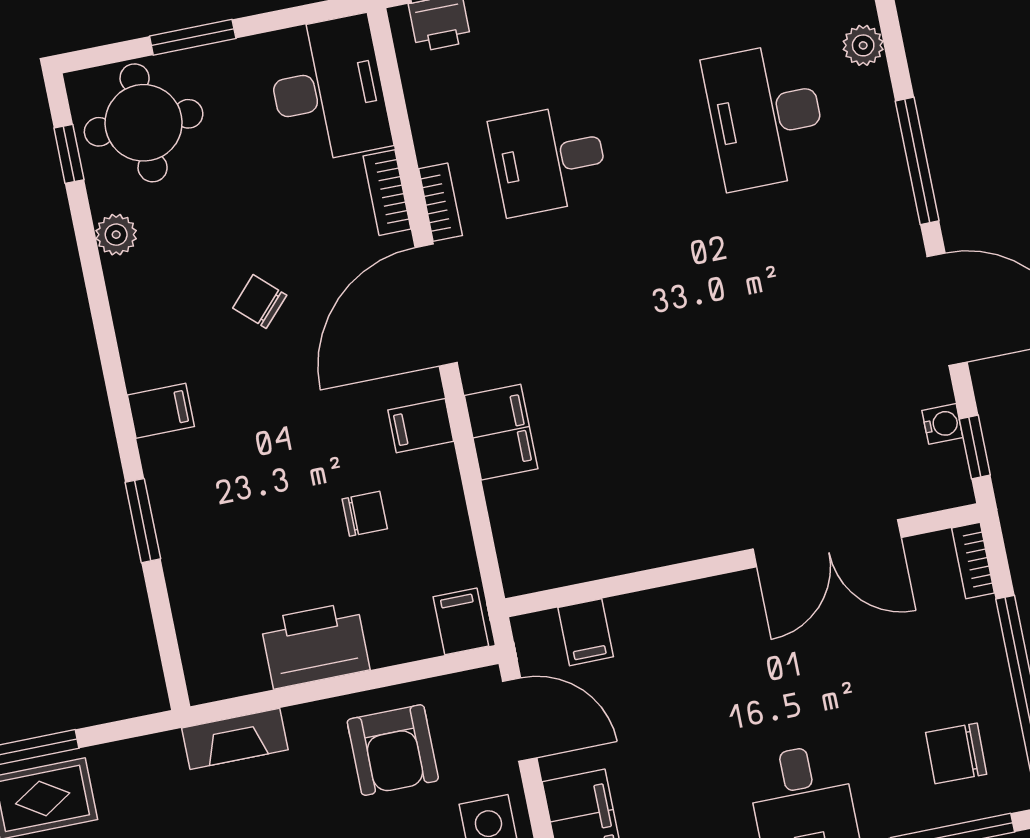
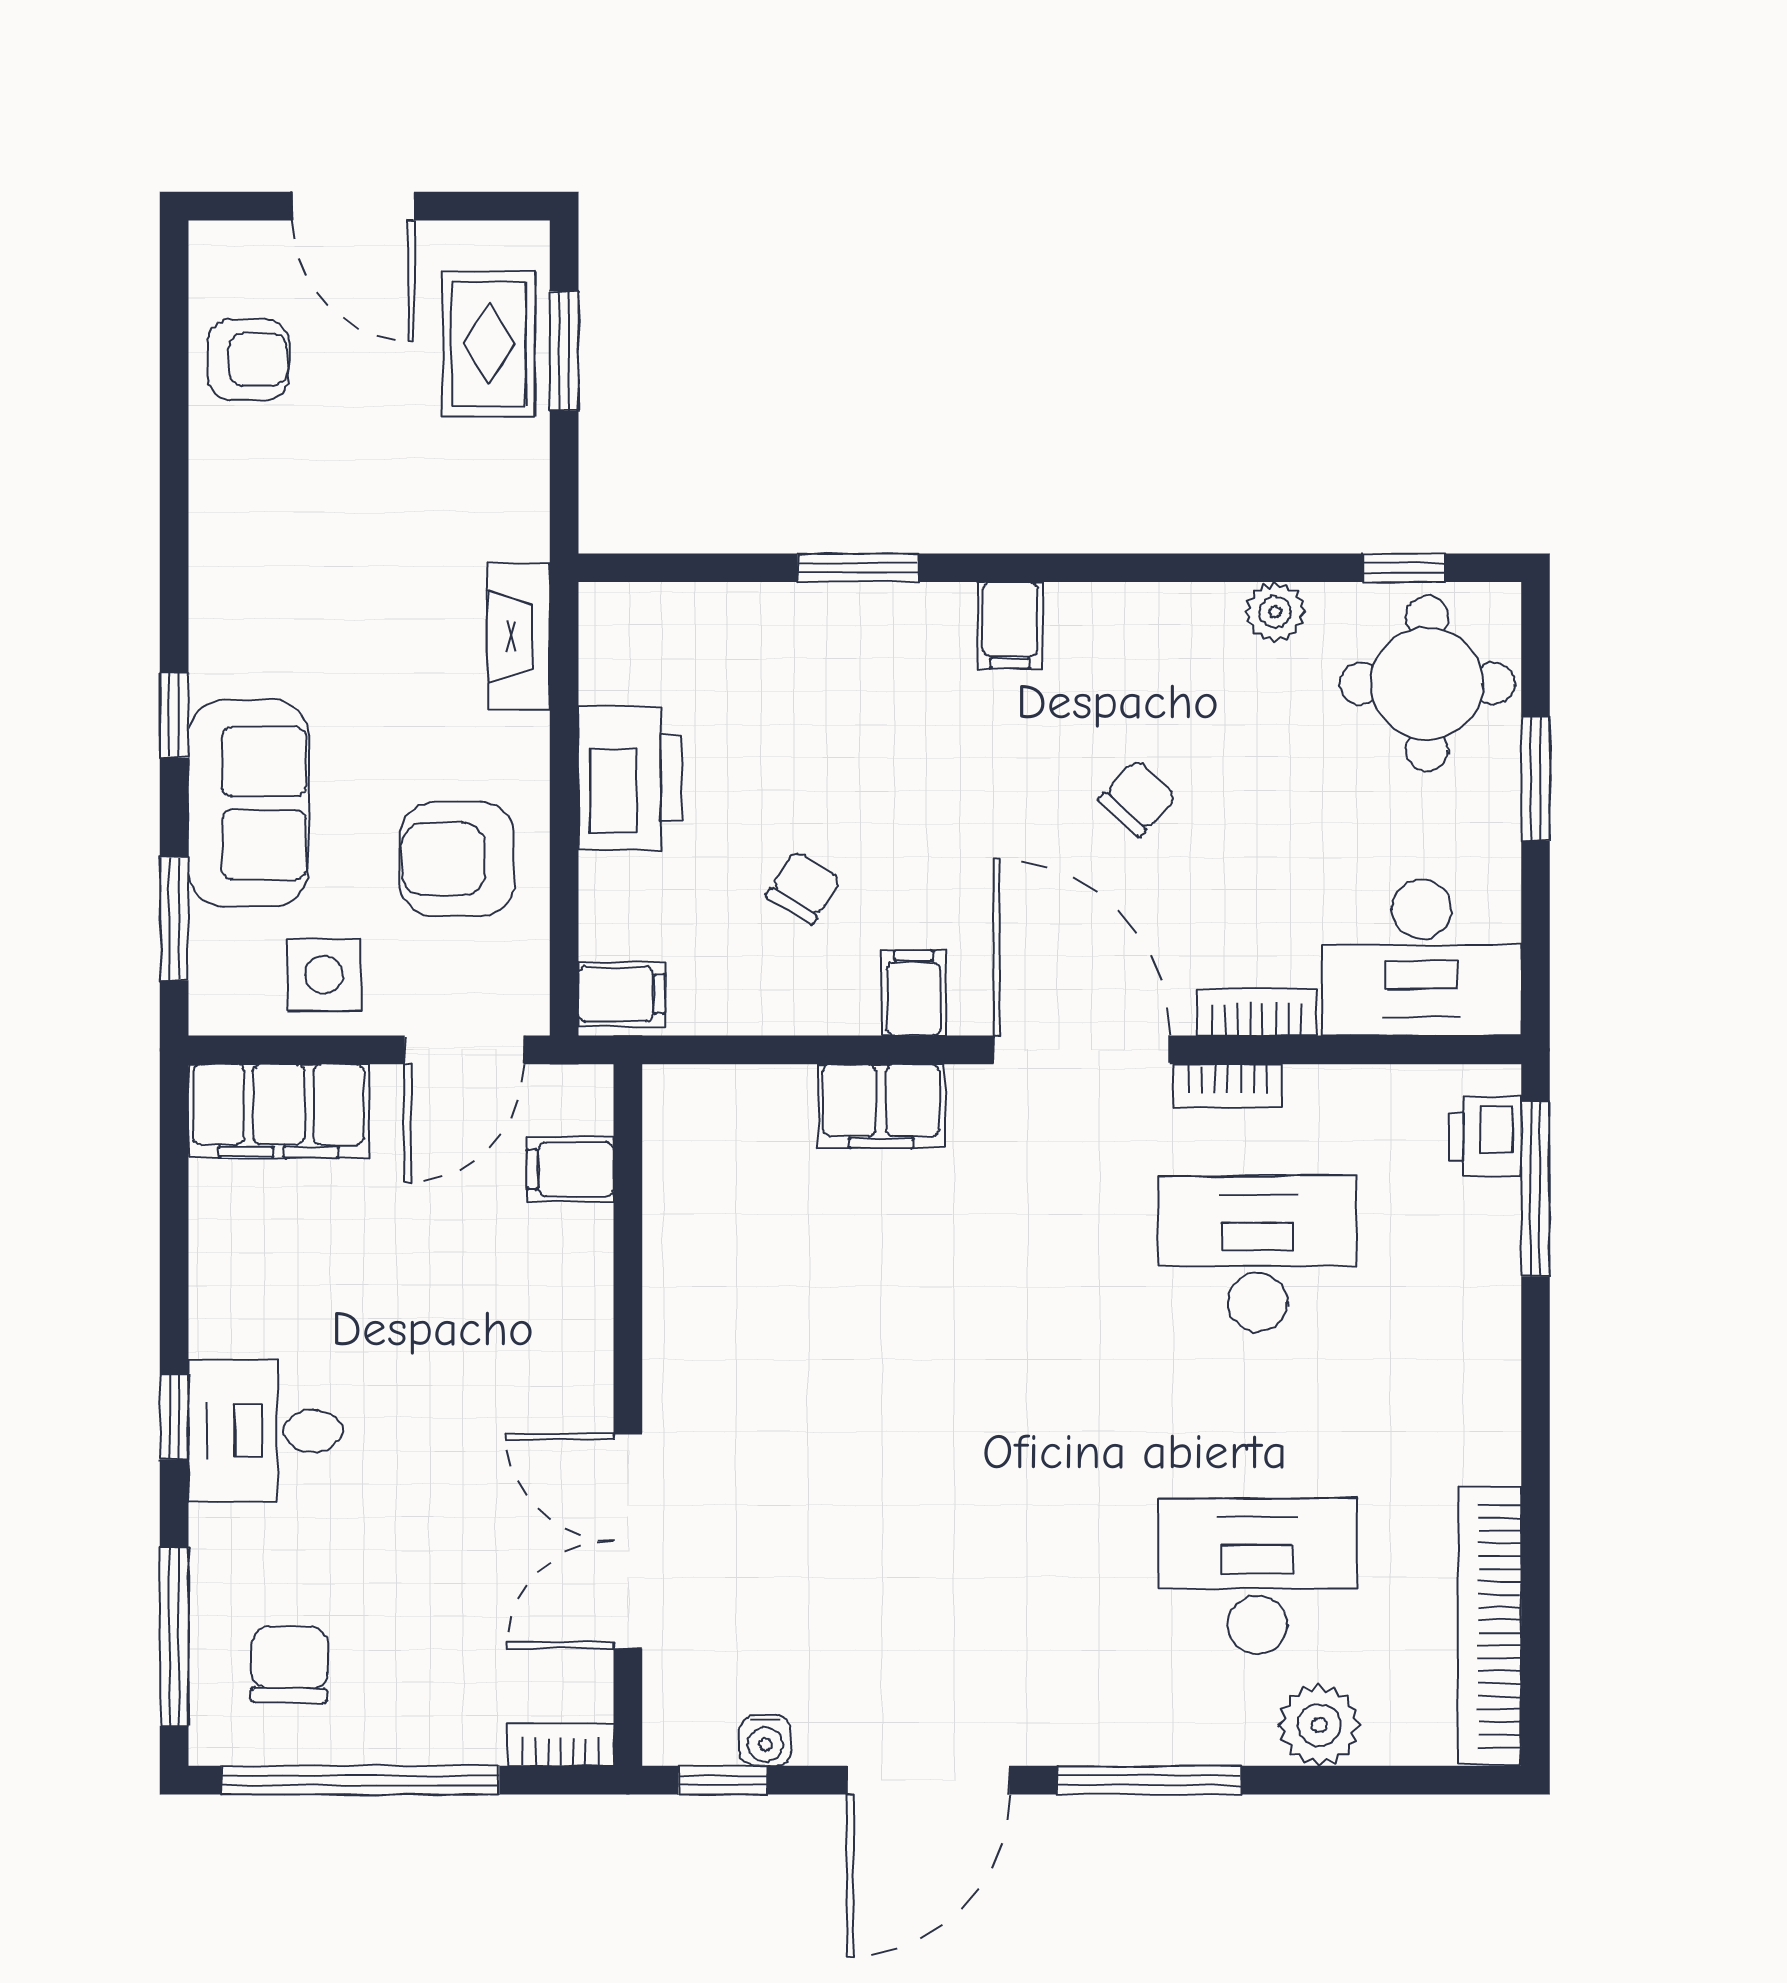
plant: (863, 45) -> (1319, 1725), width x1.38, depth x1.38
desk: (549, 159) -> (1258, 1254), width x1.37
chair: (365, 514) -> (803, 887), turned -148

